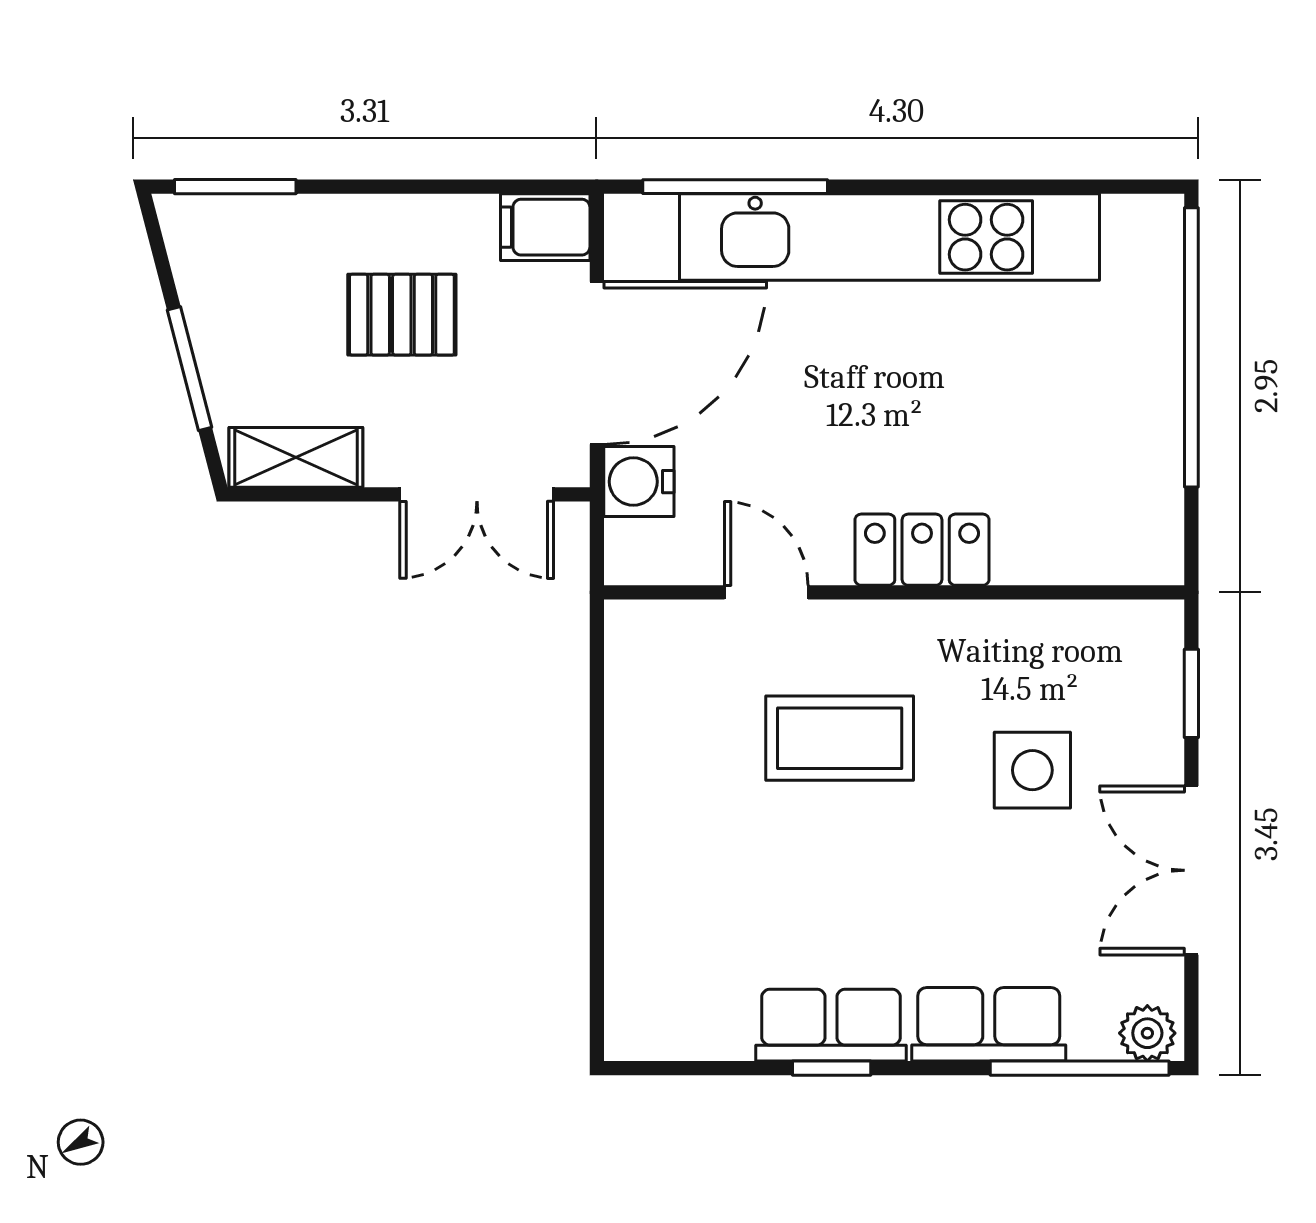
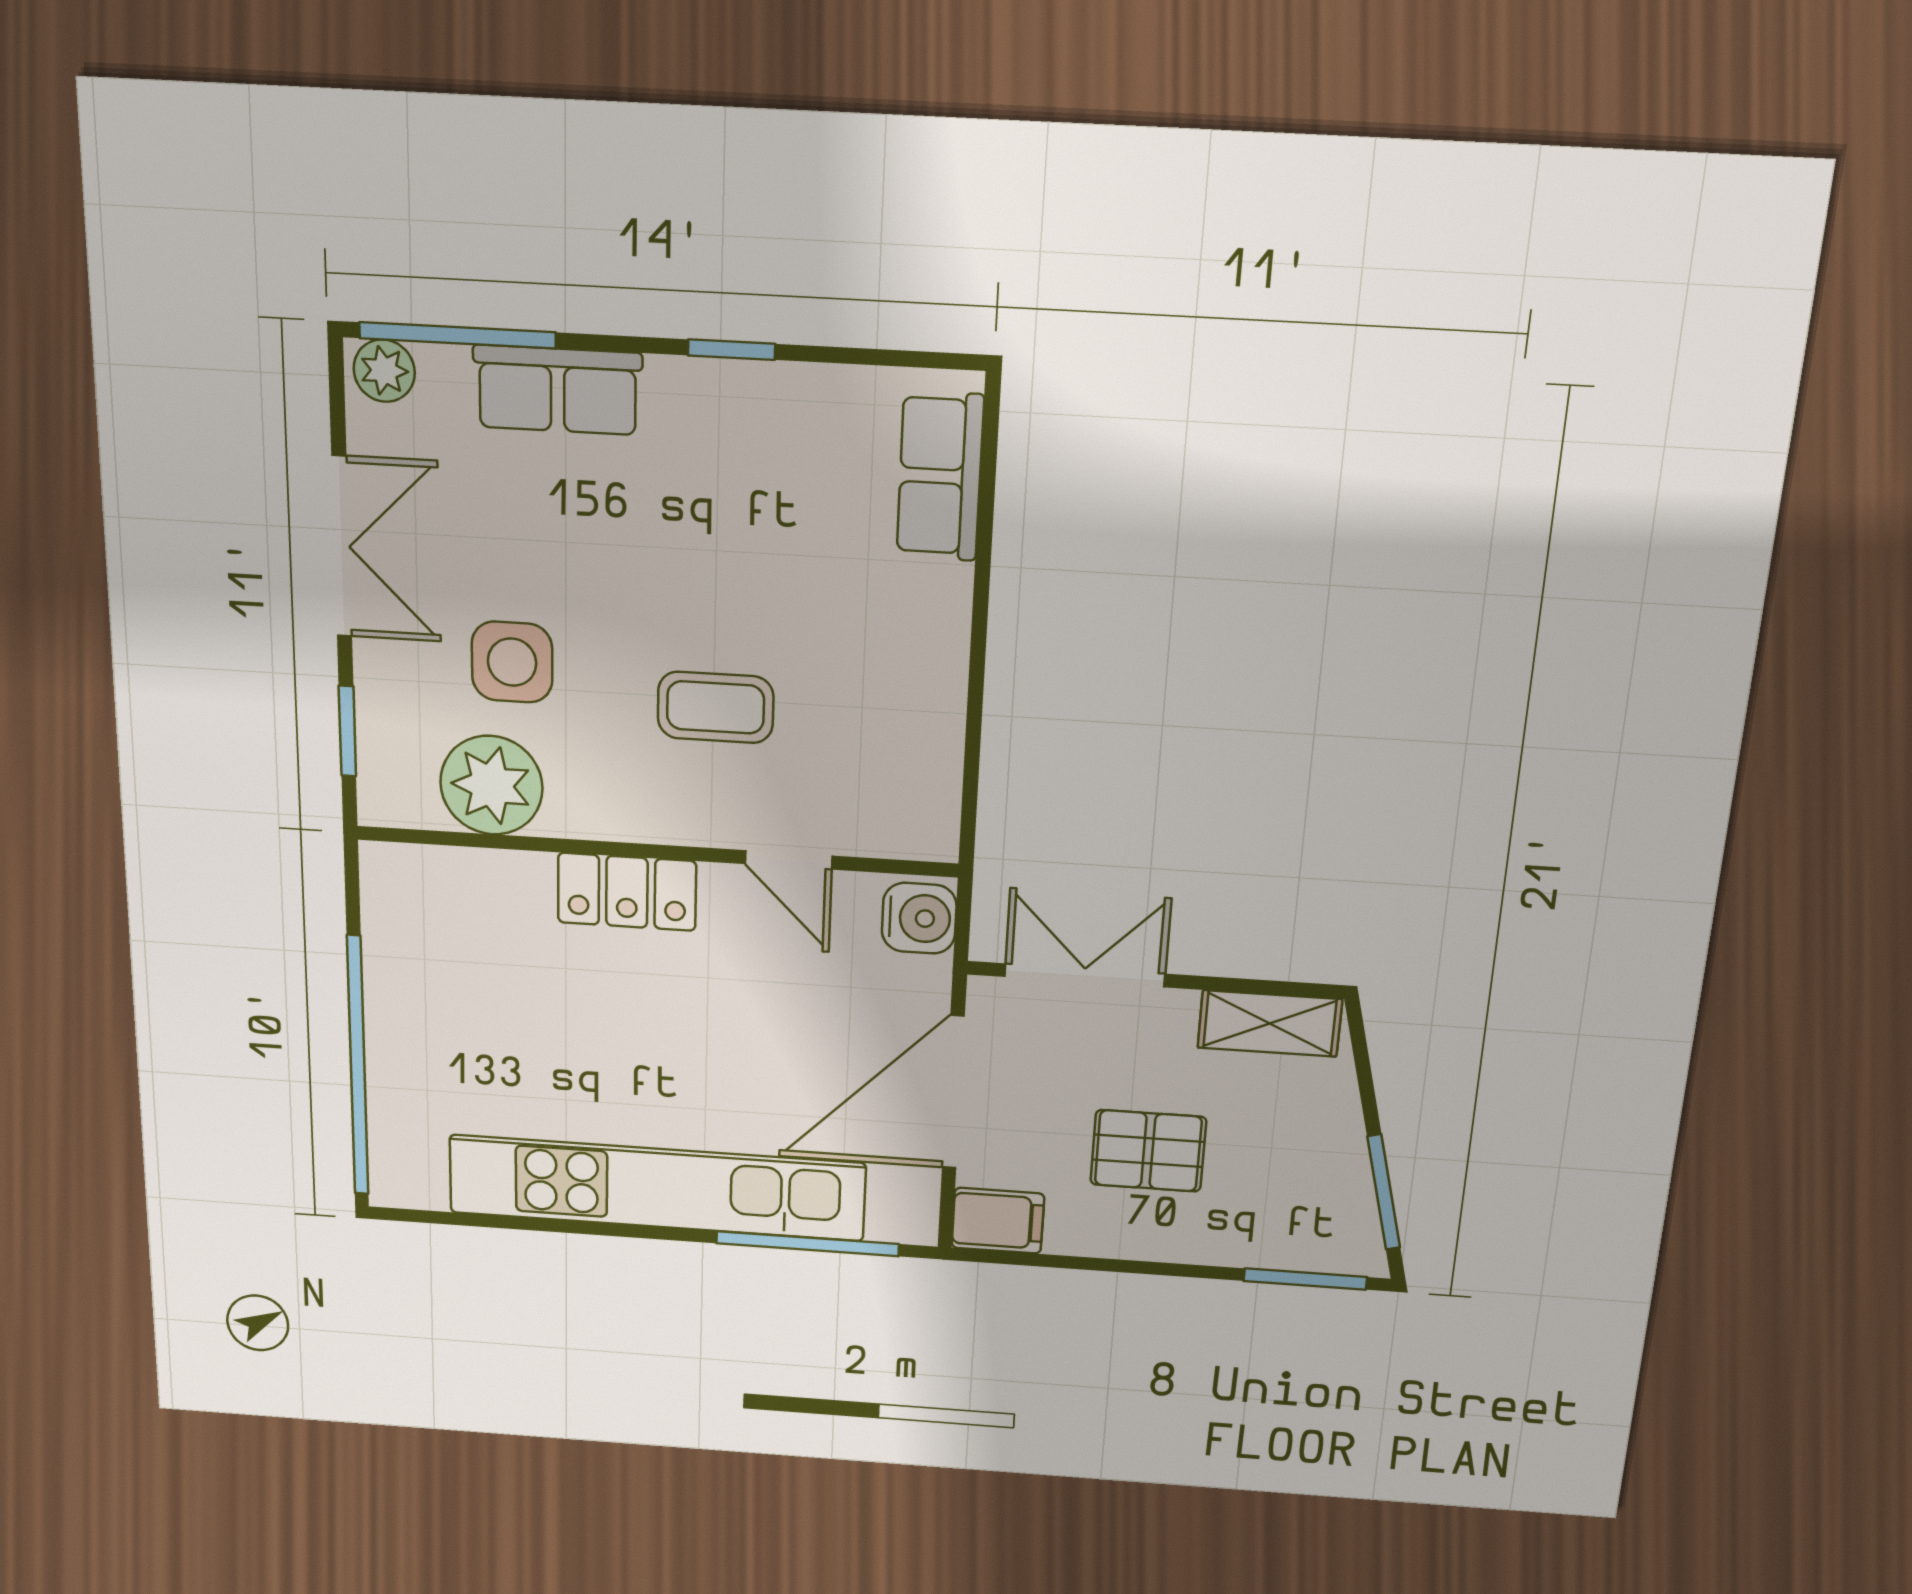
window: (189, 369) -> (1384, 1192), moved
water cooler: (639, 482) -> (919, 918), moved
plant: (1053, 648) -> (491, 785), added
coffee table: (840, 738) -> (716, 707), width x0.73, depth x0.77
row of seats: (831, 1025) -> (940, 476), moved, turned 90

